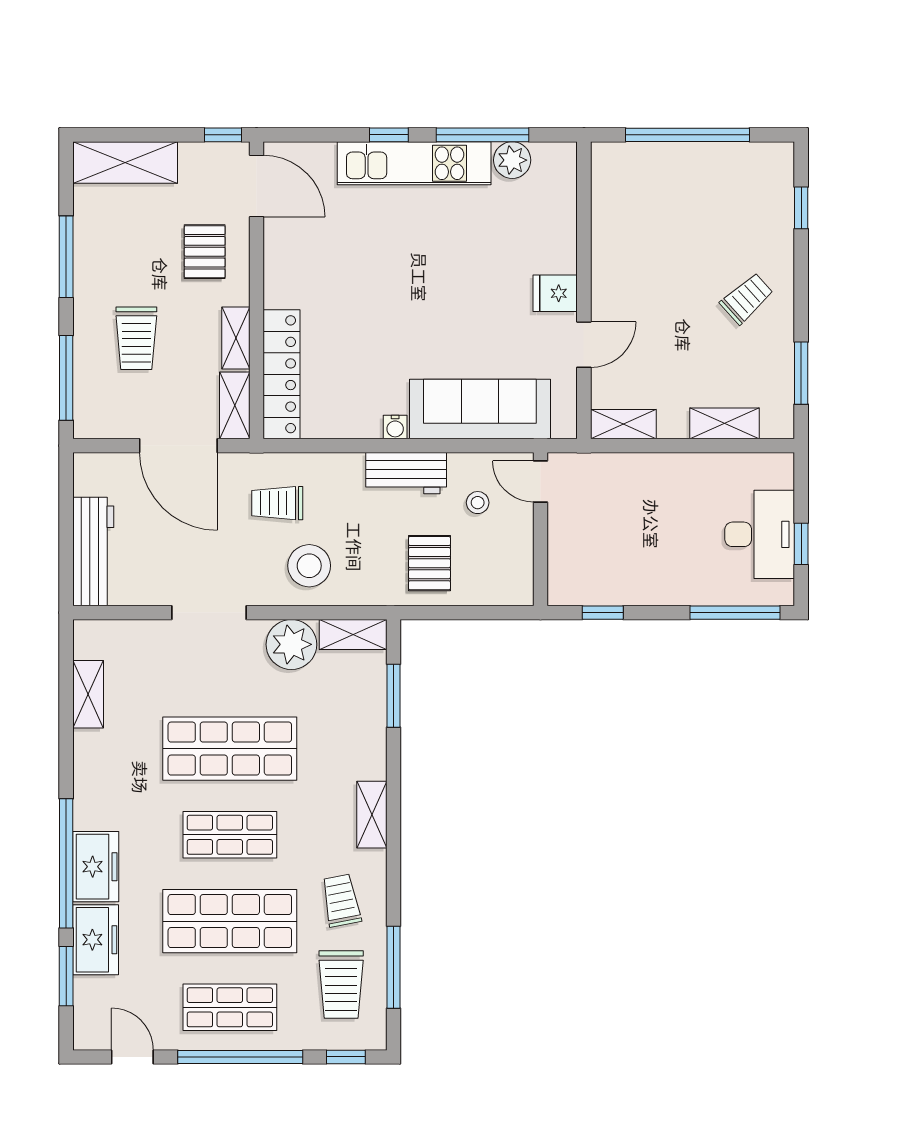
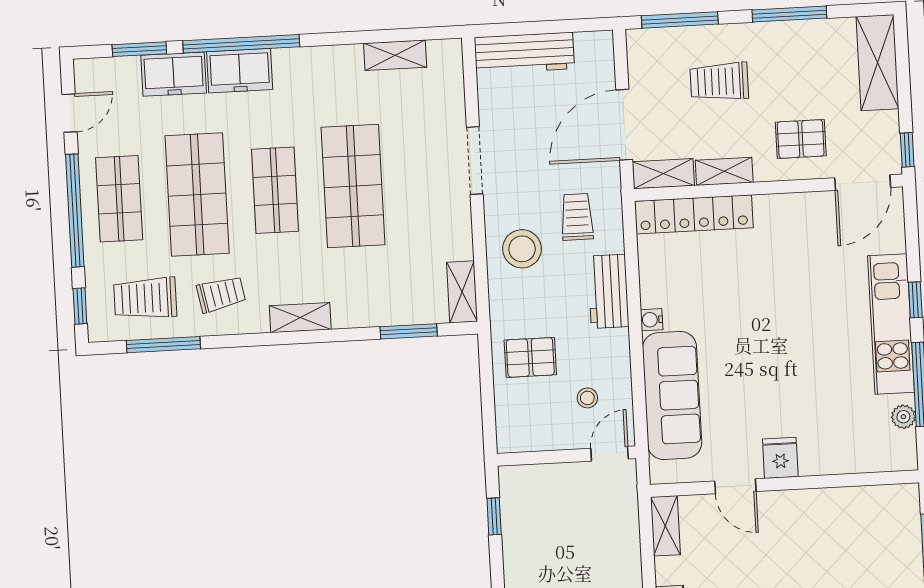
plant: (512, 160) -> (903, 417), width x0.73, depth x0.73
workbench: (406, 473) -> (608, 291), moved
plant: (291, 644) -> (450, 237), removed

